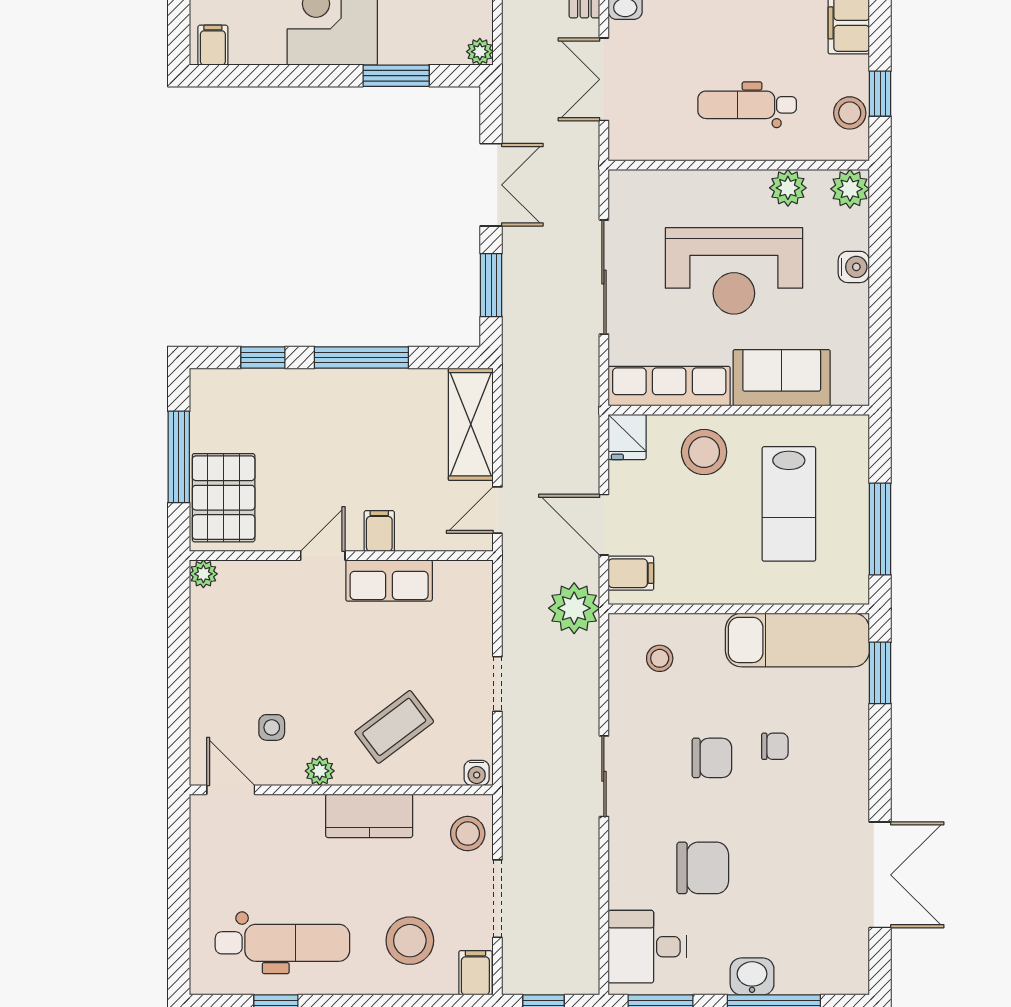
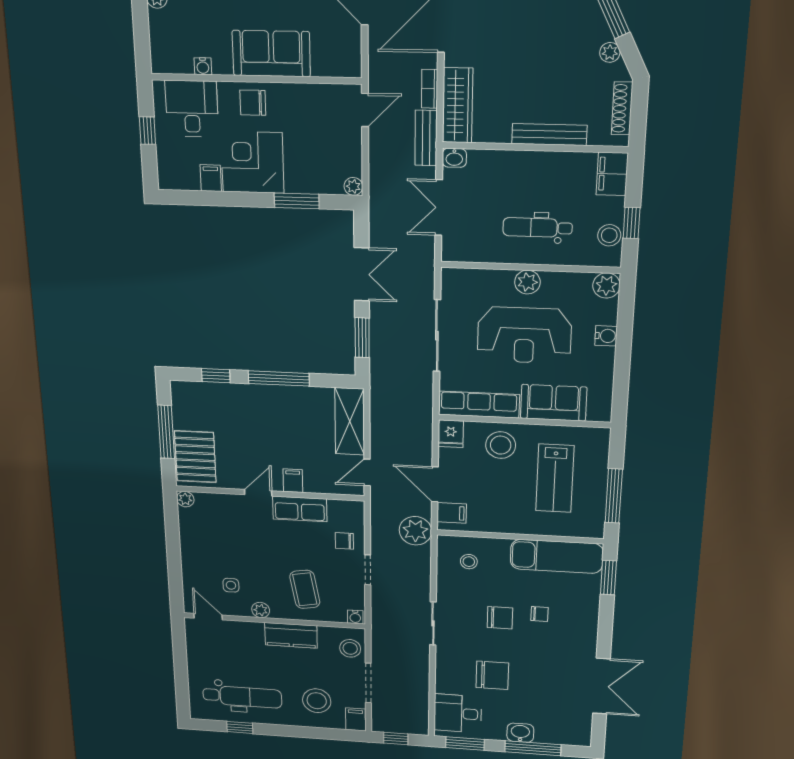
filing cabinet: (213, 45) -> (211, 178), moved
plant: (788, 188) -> (527, 282), moved
chair: (460, 634) -> (344, 541), added
coffee table: (394, 727) -> (305, 589), turned -63

